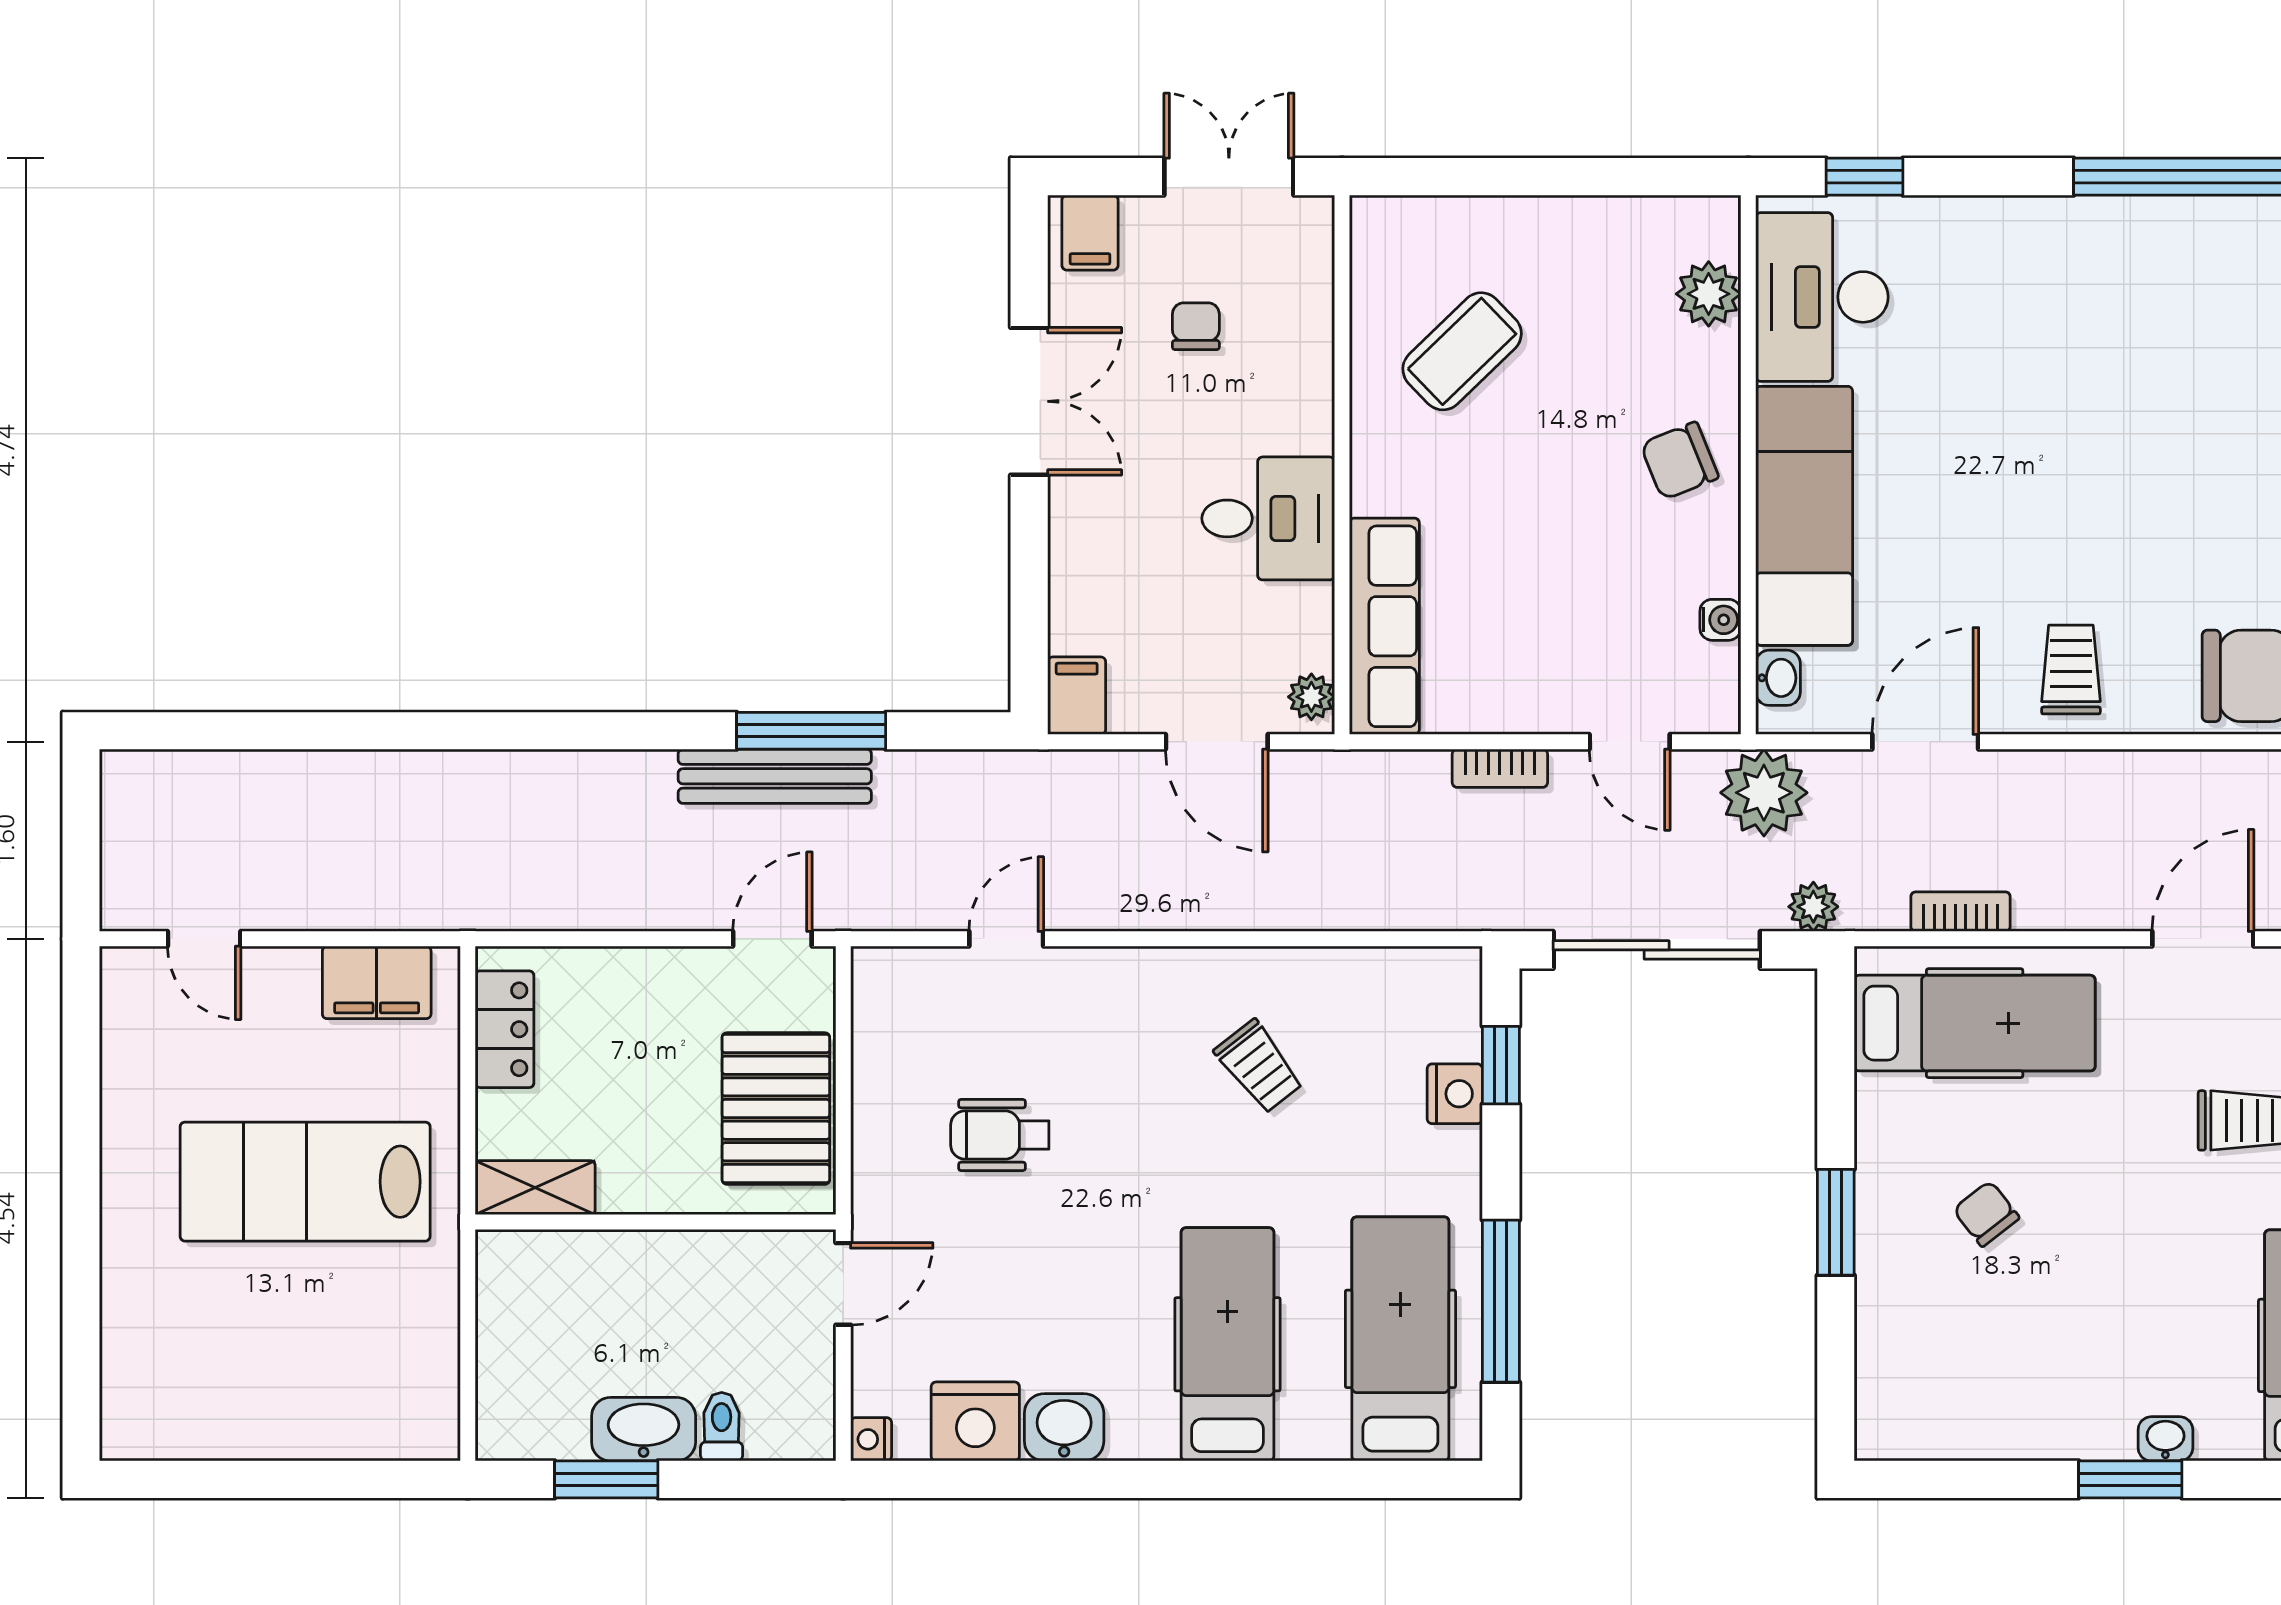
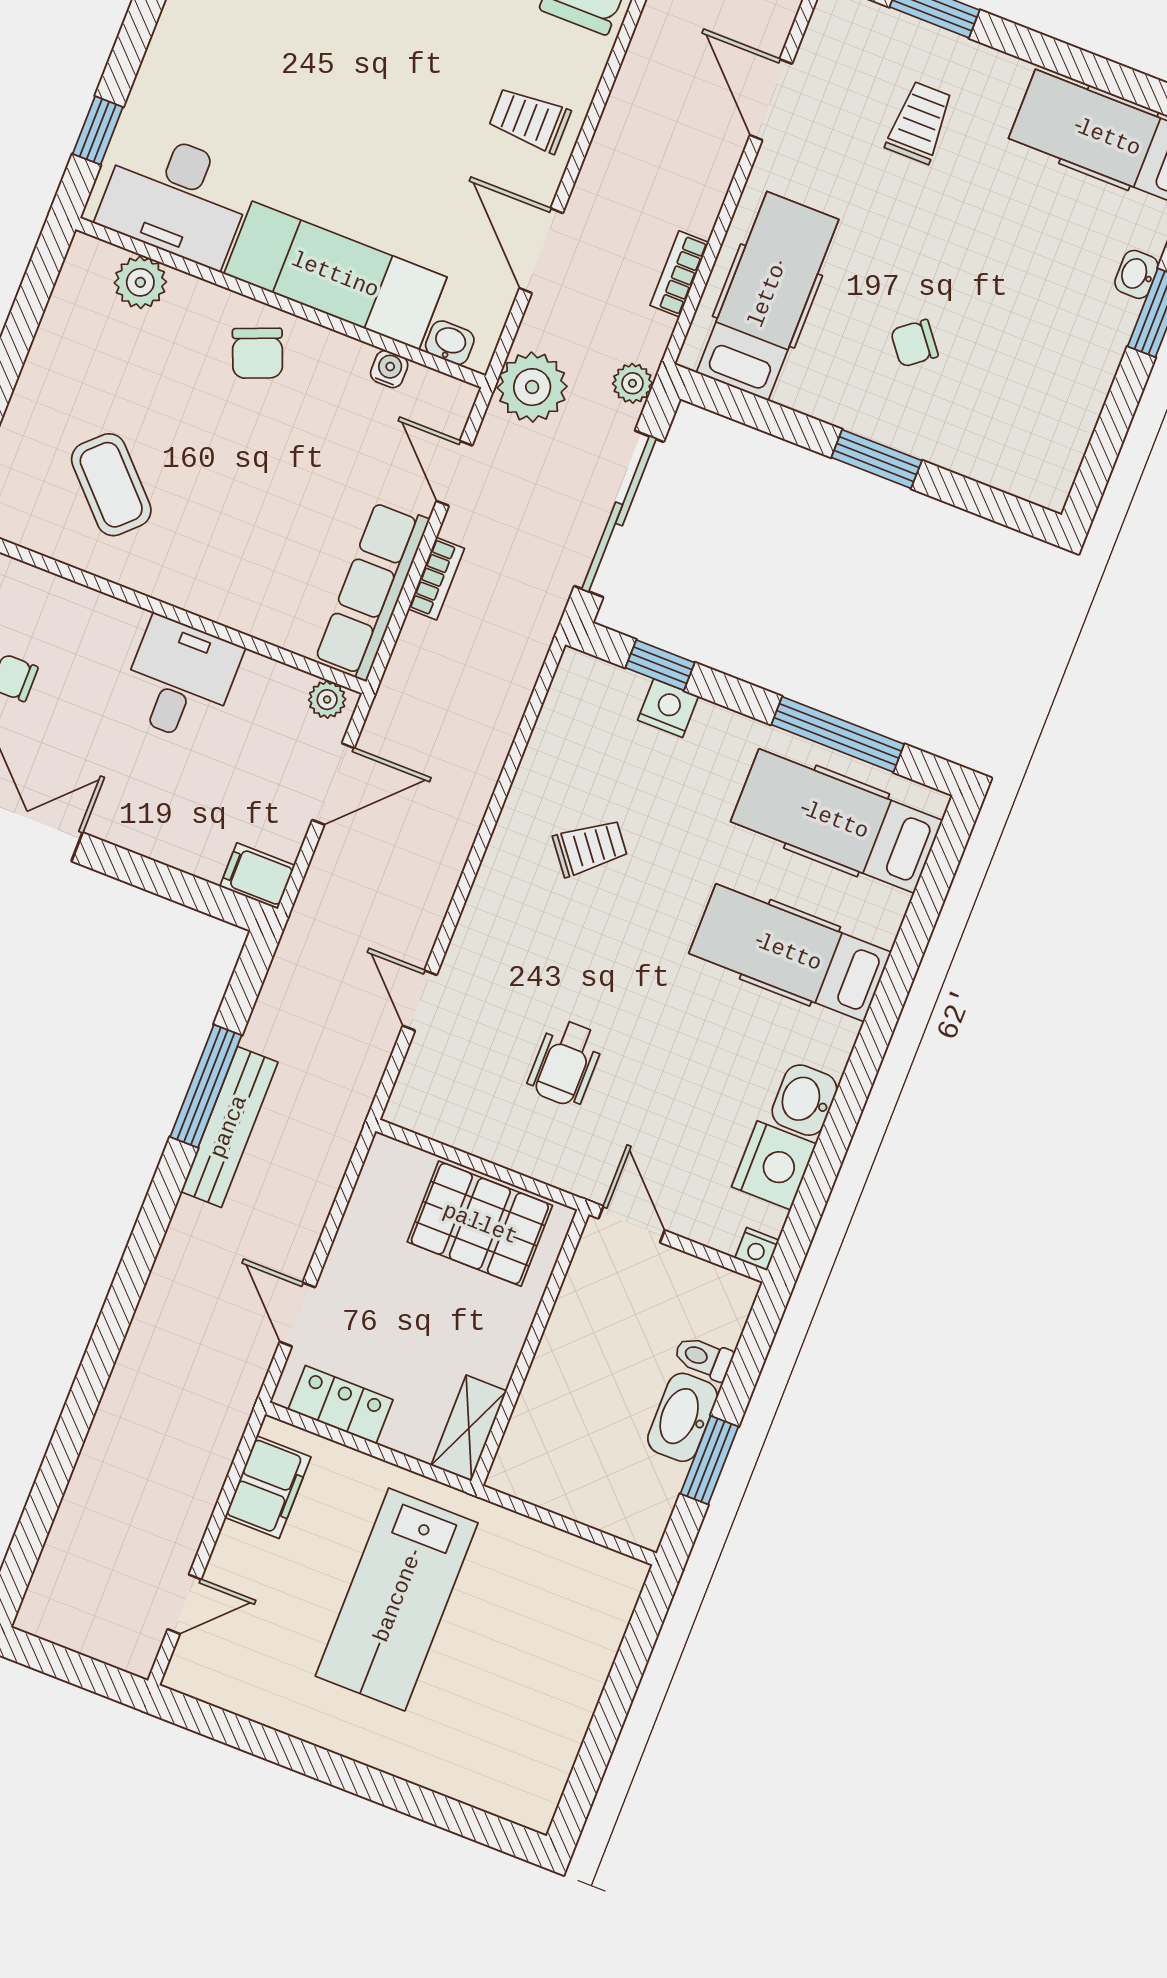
row of seats: (1384, 626) -> (372, 590), moved, turned -90
door: (1630, 742) -> (454, 473), swing flipped
door: (772, 939) -> (297, 1314), moved

